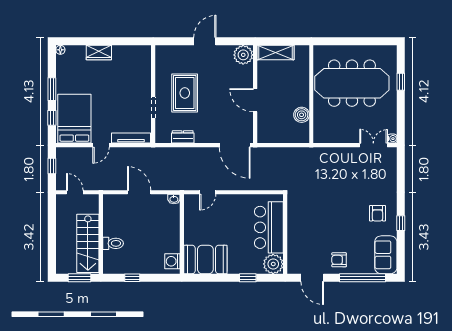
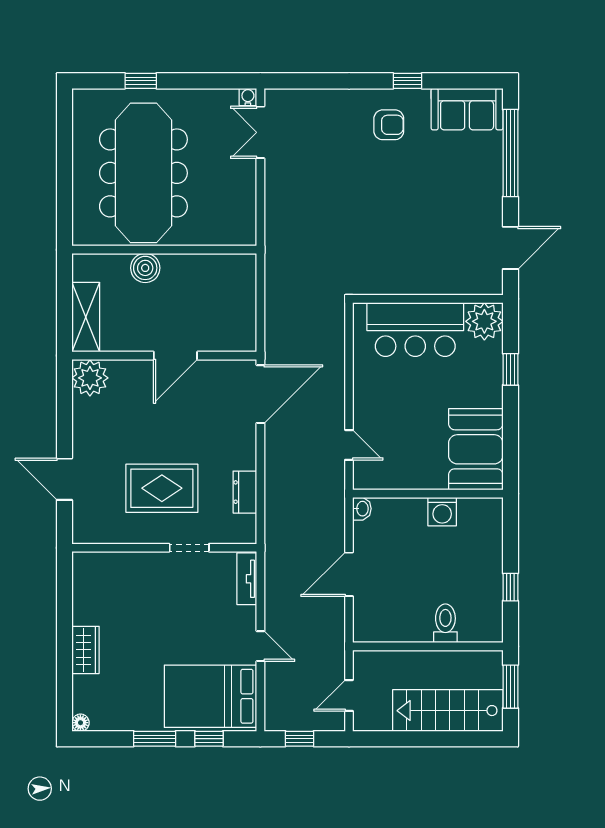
door: (205, 41) -> (64, 479), moved
boiler: (302, 115) -> (145, 268), moved
tv unit: (131, 138) -> (247, 579), width x0.71
stairs: (88, 243) -> (448, 711), moved, turned 180
armchair: (339, 260) -> (476, 197), removed
washing machine: (172, 261) -> (442, 512), moved

